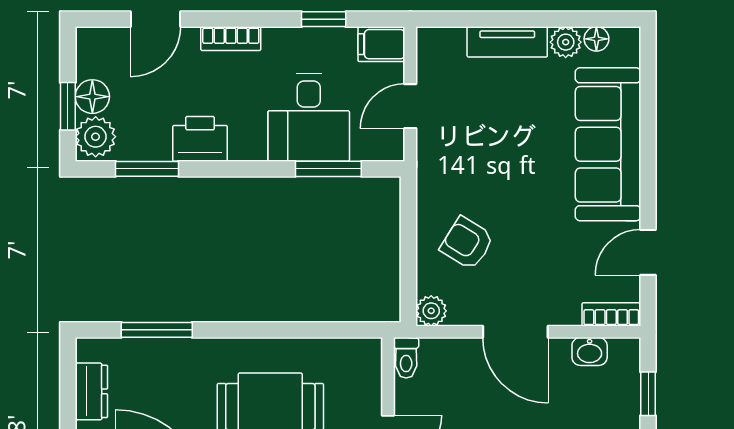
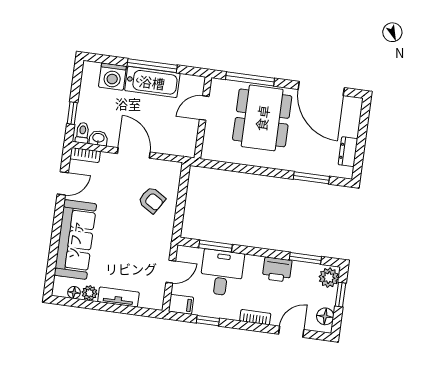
floor lamp: (92, 97) -> (325, 316), moved
plant: (431, 311) -> (174, 169), removed
toilet: (406, 358) -> (82, 133), moved

